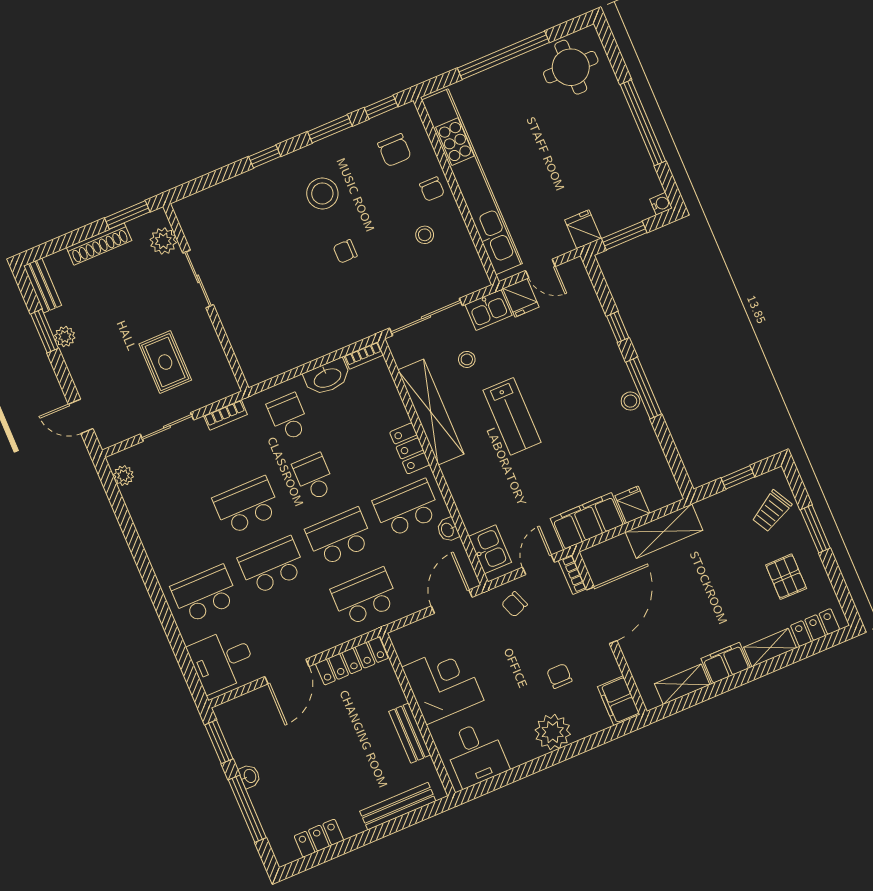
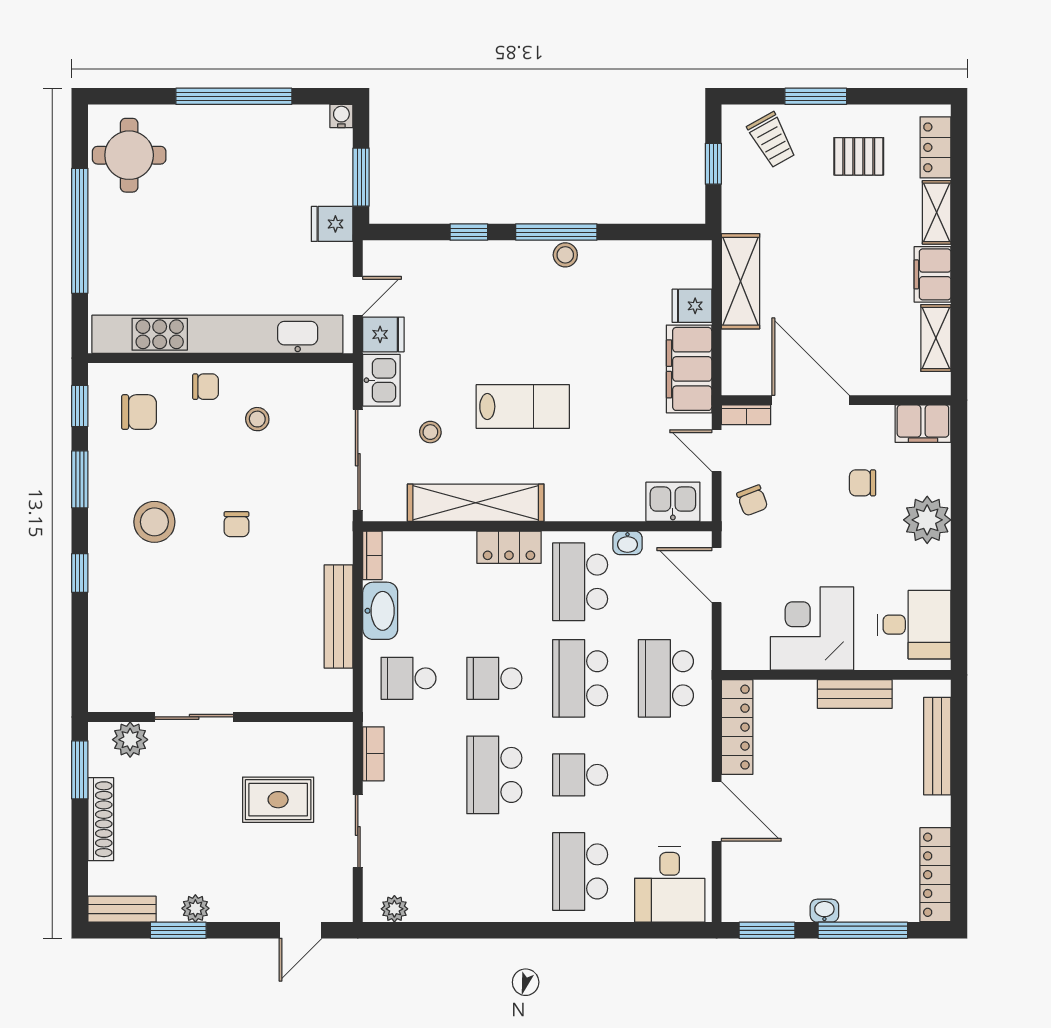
bench: (311, 350) -> (339, 616), added
school desk: (272, 565) -> (580, 775), width x0.54
locker: (319, 838) -> (935, 875), width x1.53

